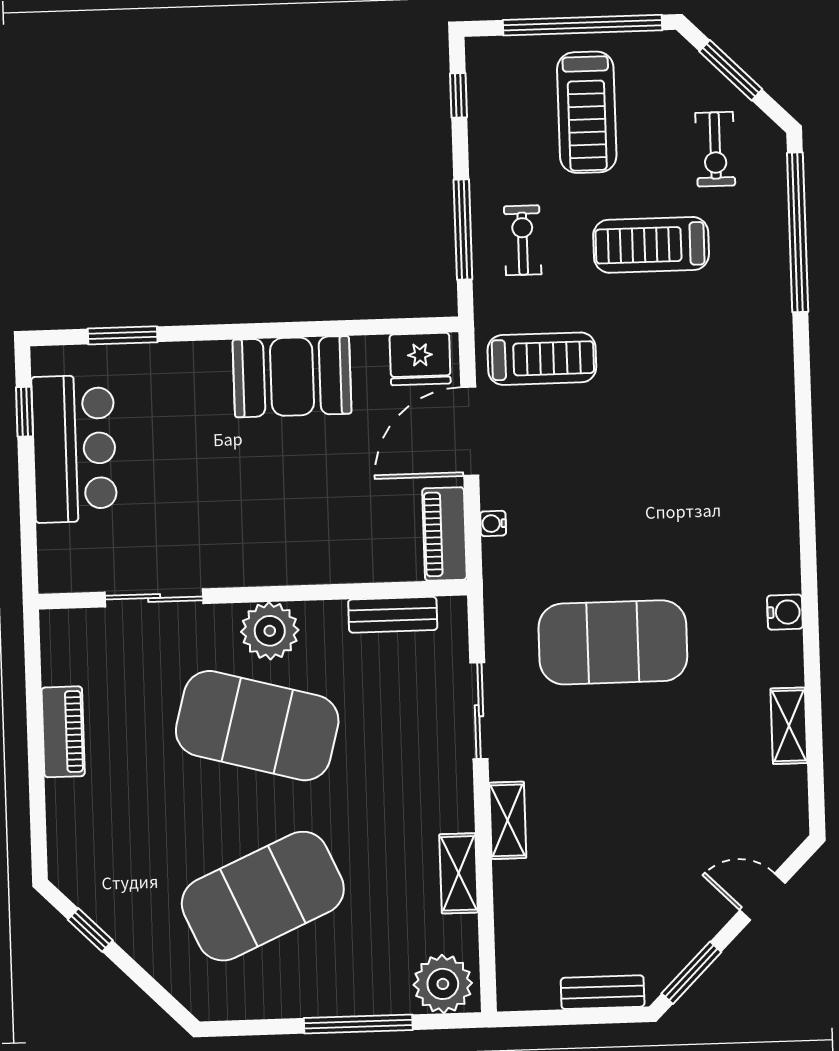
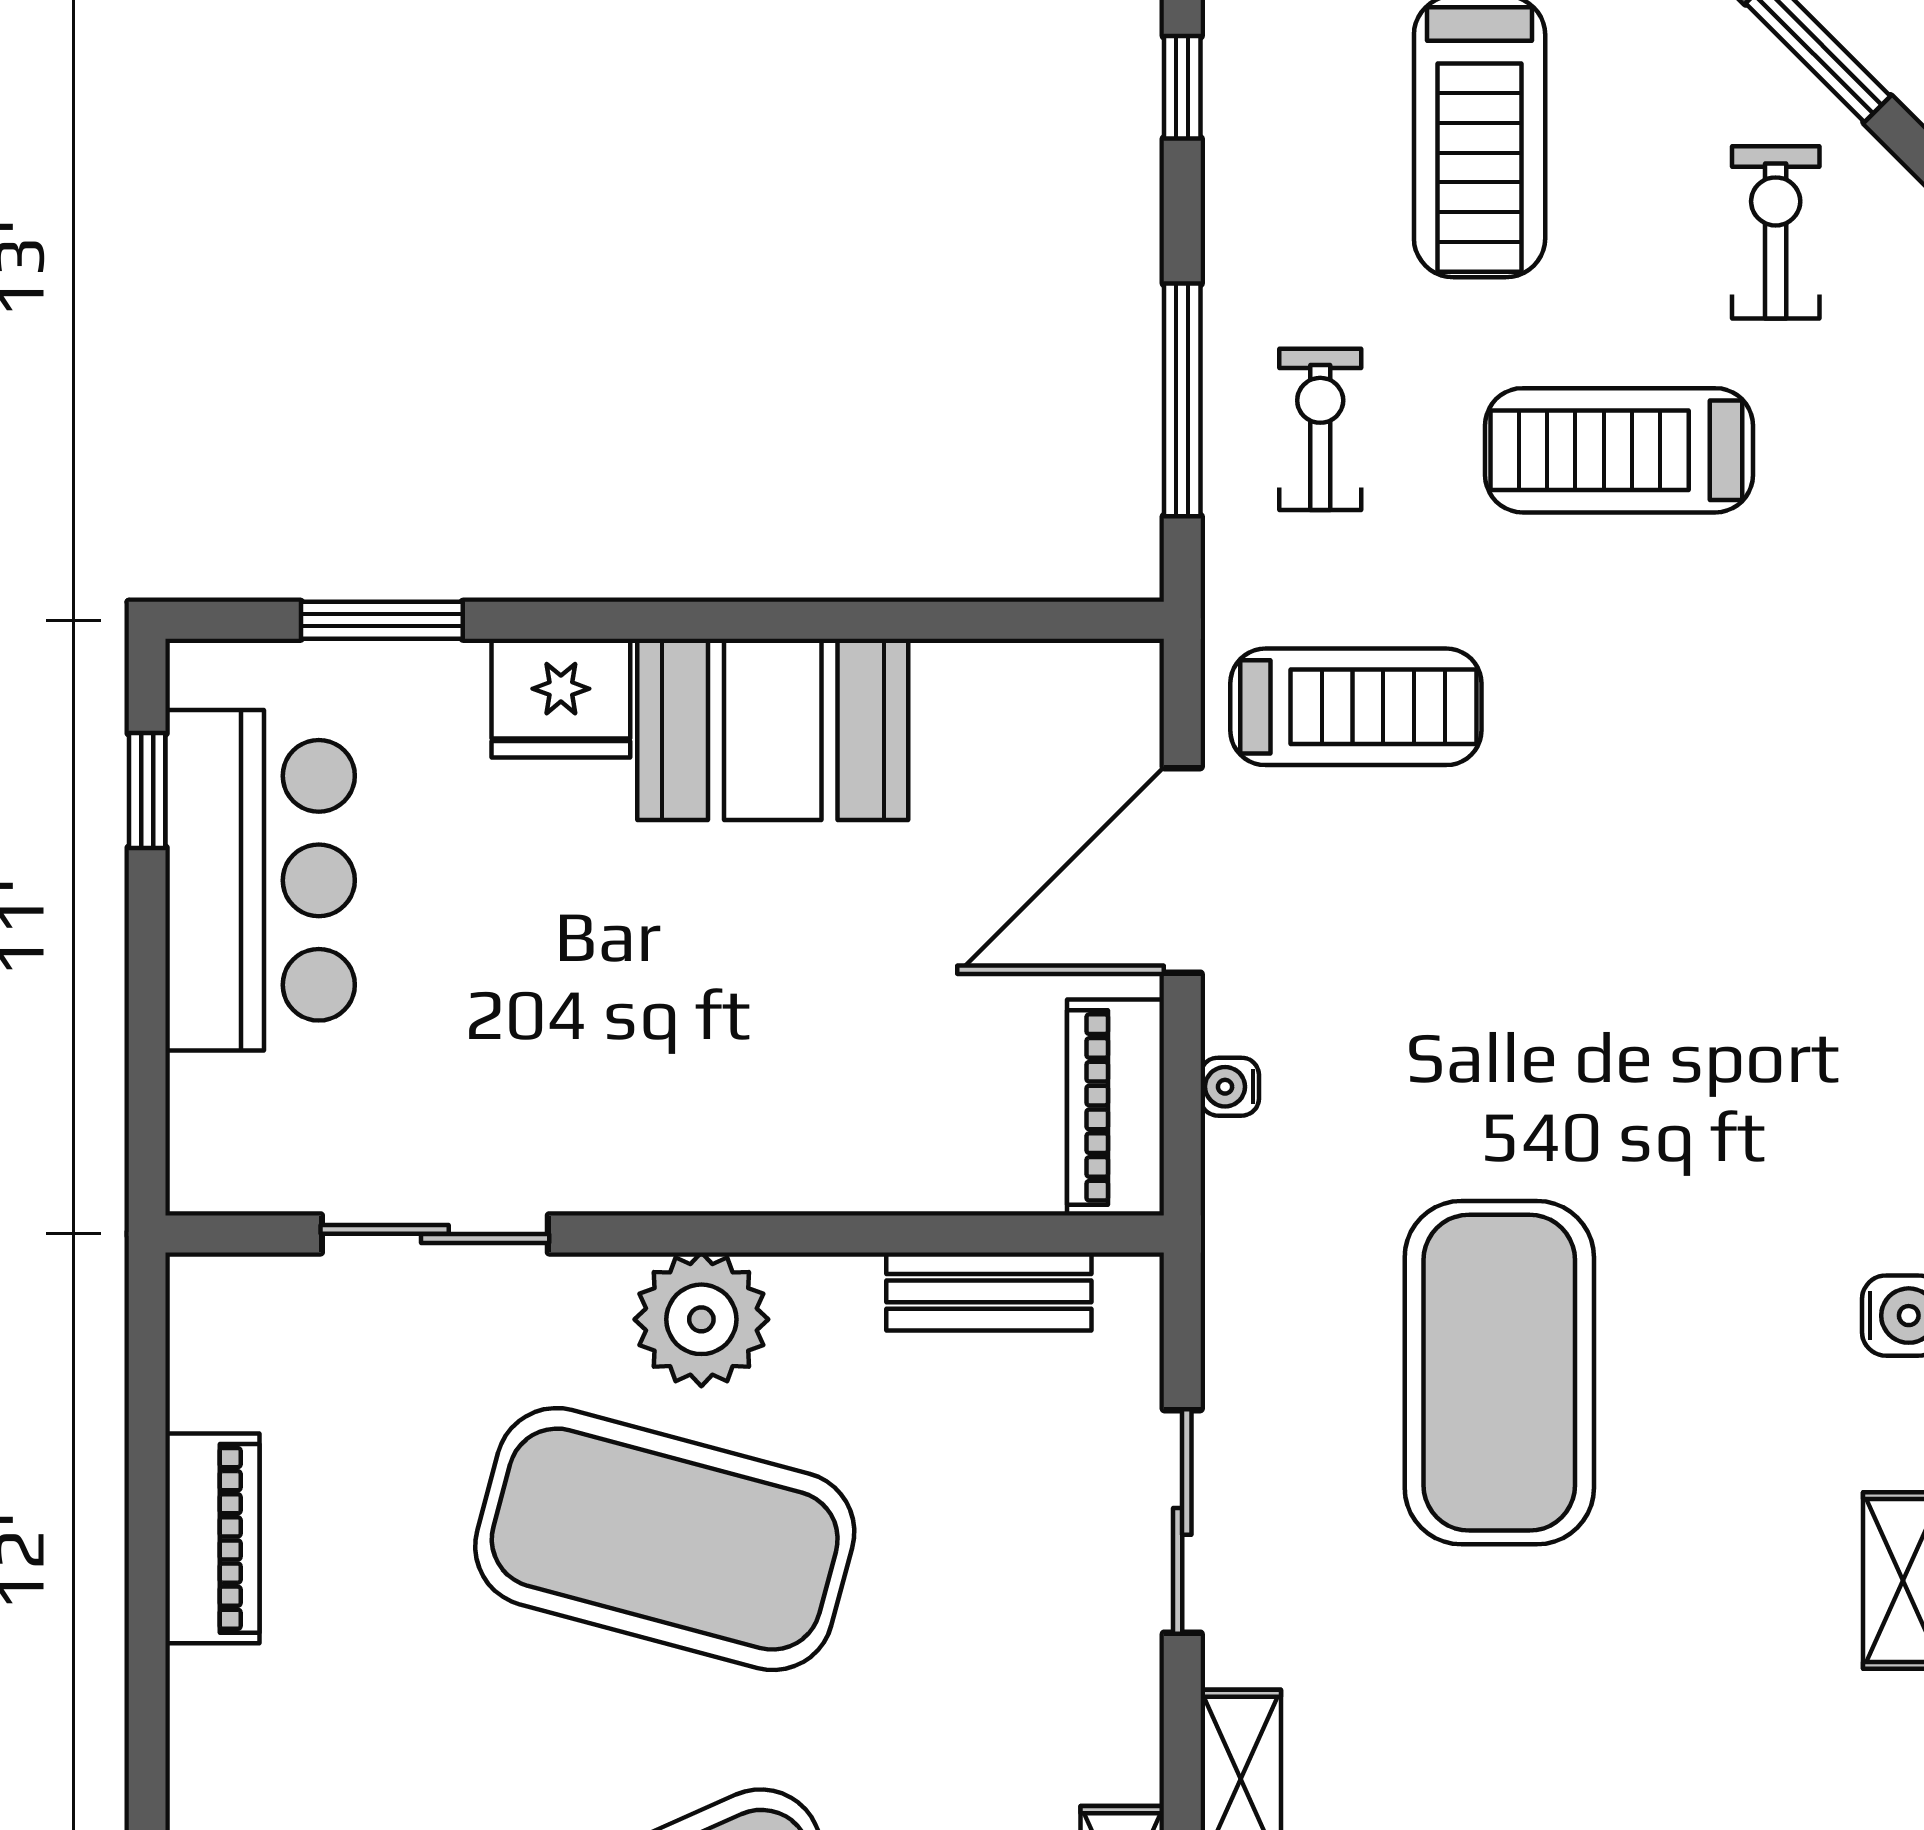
exercise bike: (715, 149) -> (1776, 232), turned 180
fridge: (420, 359) -> (561, 698), moved
exercise mat: (613, 642) -> (1499, 1373), turned 90

